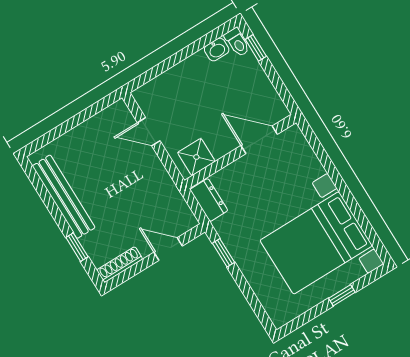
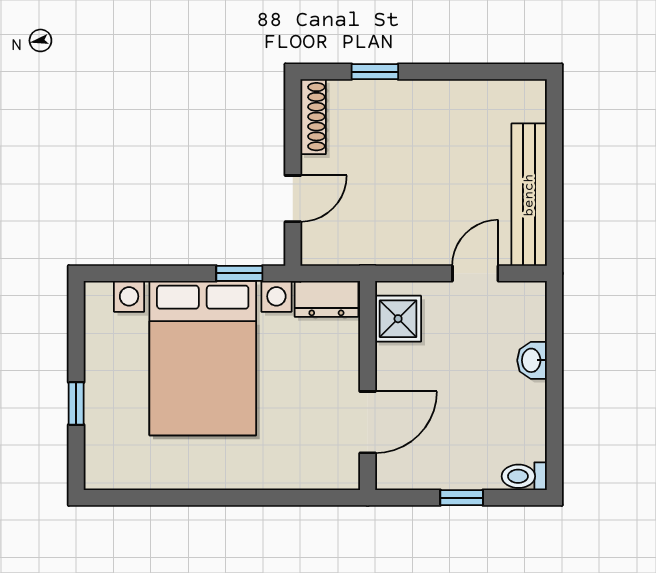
window: (256, 48) -> (462, 498), moved
washbasin: (217, 50) -> (532, 360), moved
bench: (64, 197) -> (529, 195), moved, turned 90
bed with nightstands: (316, 243) -> (203, 358), moved, turned 180

